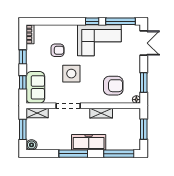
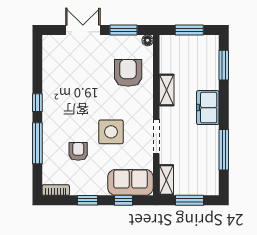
window: (120, 21) -> (37, 143), moved
corner sofa: (99, 40) -> (64, 93), removed
double door: (144, 43) -> (83, 30), moved
freezer: (89, 142) -> (208, 108), width x0.71
boiler: (32, 145) -> (211, 188), removed
window: (73, 154) -> (224, 150), moved
window: (119, 154) -> (224, 65), width x0.69

